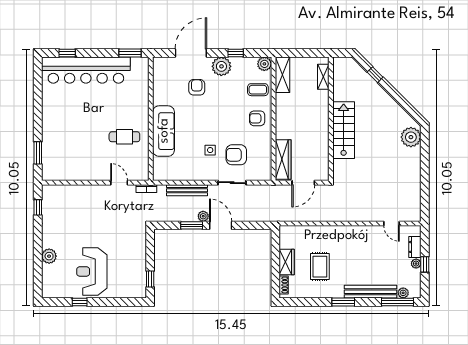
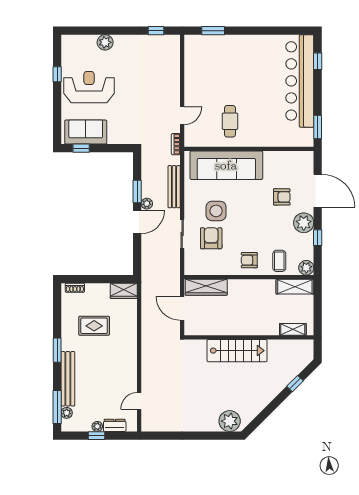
armchair: (257, 118) -> (249, 260), turned -90
sofa: (164, 131) -> (226, 165), width x1.36, depth x1.27
side table: (210, 150) -> (216, 211), width x1.87, depth x1.87
wardrobe: (287, 262) -> (124, 291), moved
sofa: (135, 275) -> (86, 132), added

